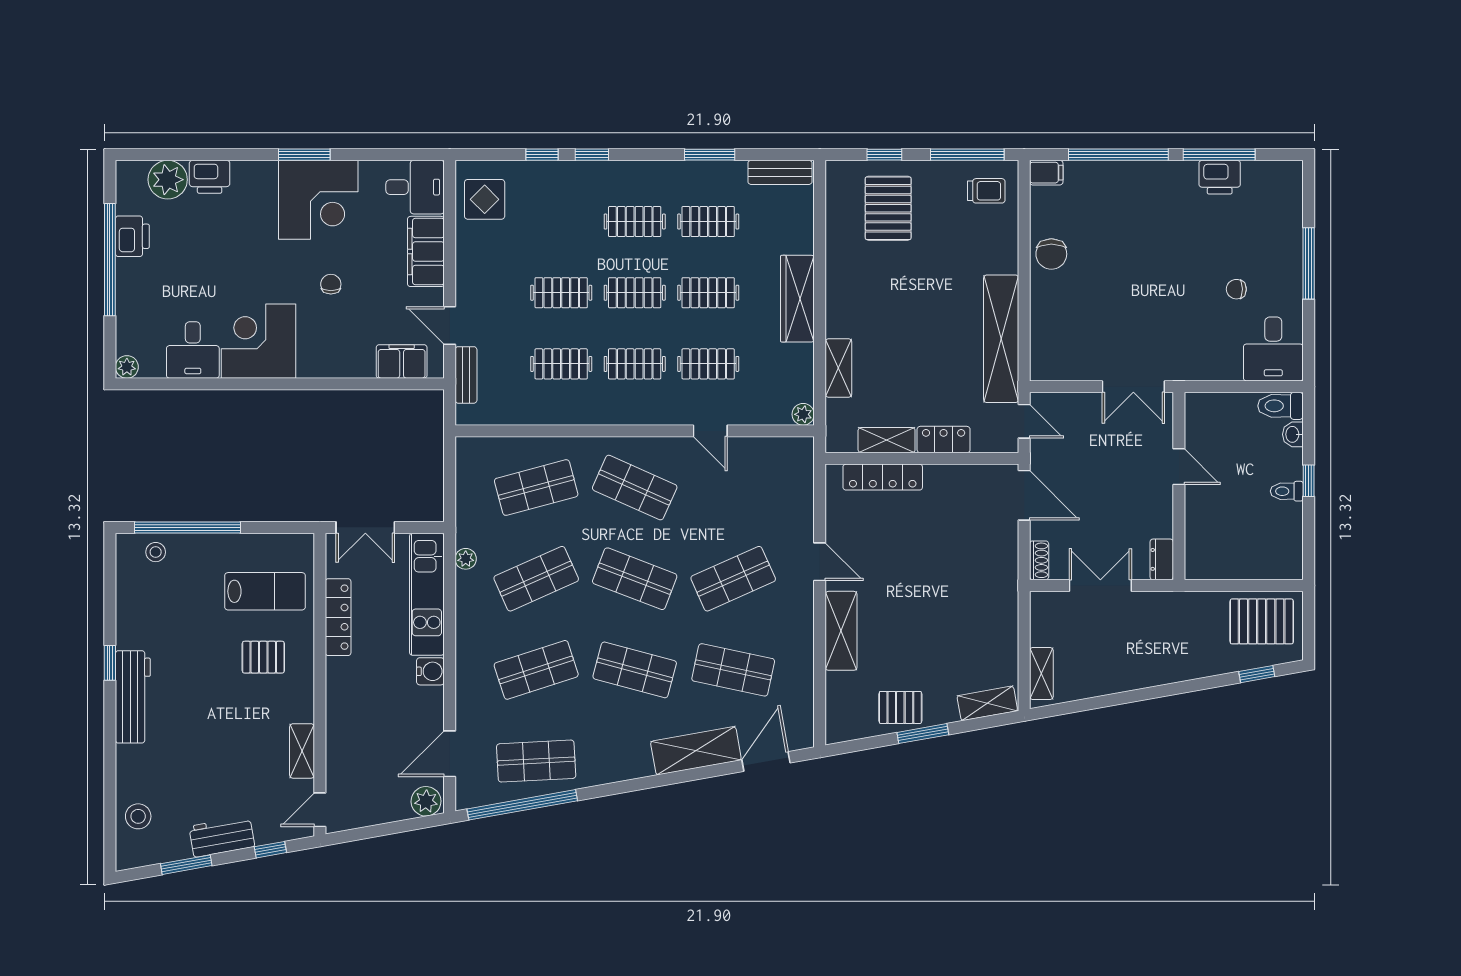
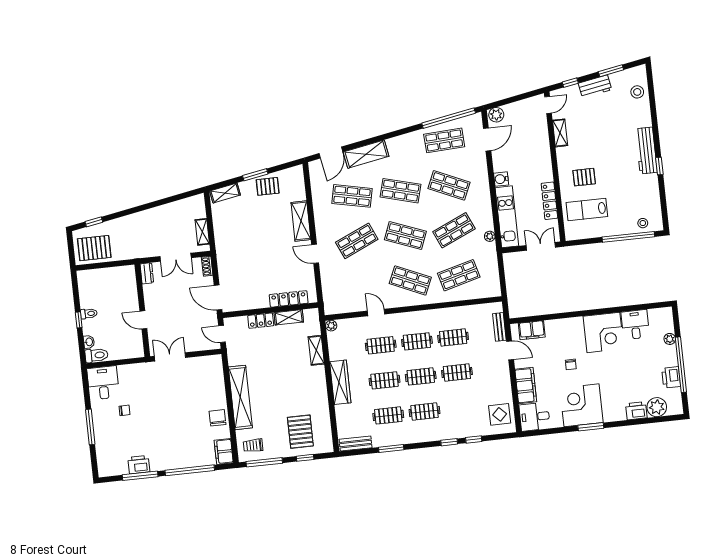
filing cabinet: (1046, 173) -> (224, 451), width x2.00
shelving: (1001, 339) -> (240, 397), moved
plant: (127, 367) -> (670, 339), moved
shop shelf: (536, 670) -> (449, 185), turned 42
shelving: (1041, 674) -> (202, 232), moved

